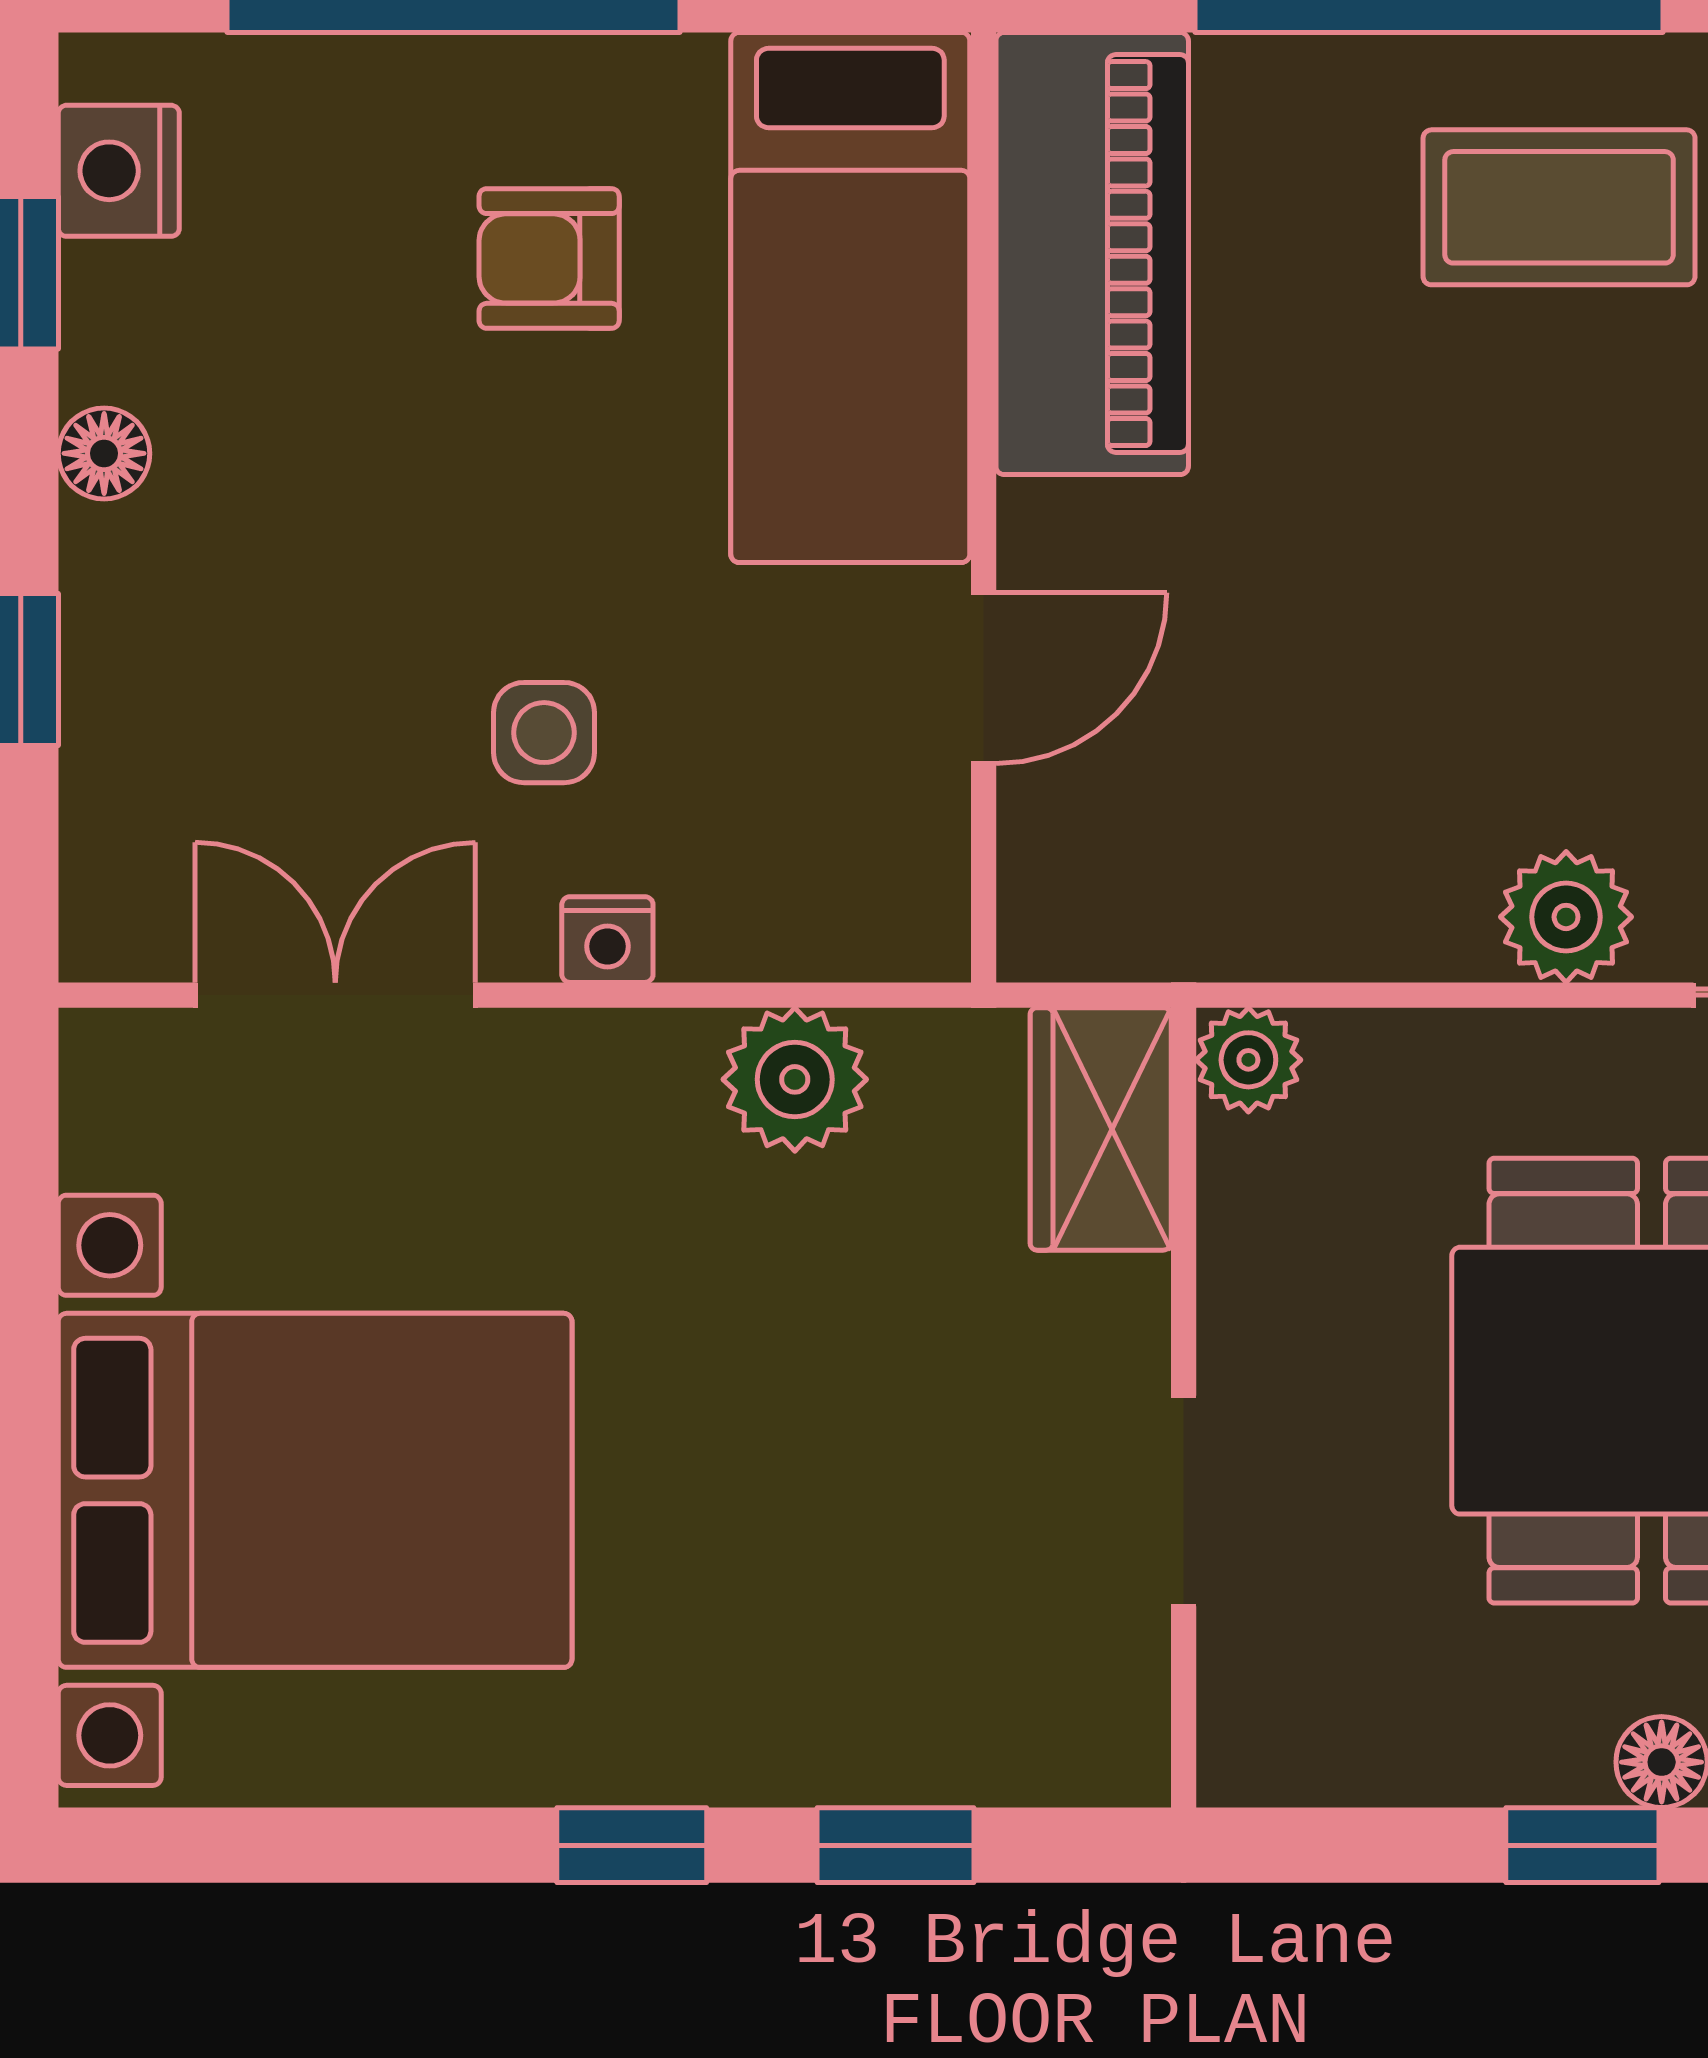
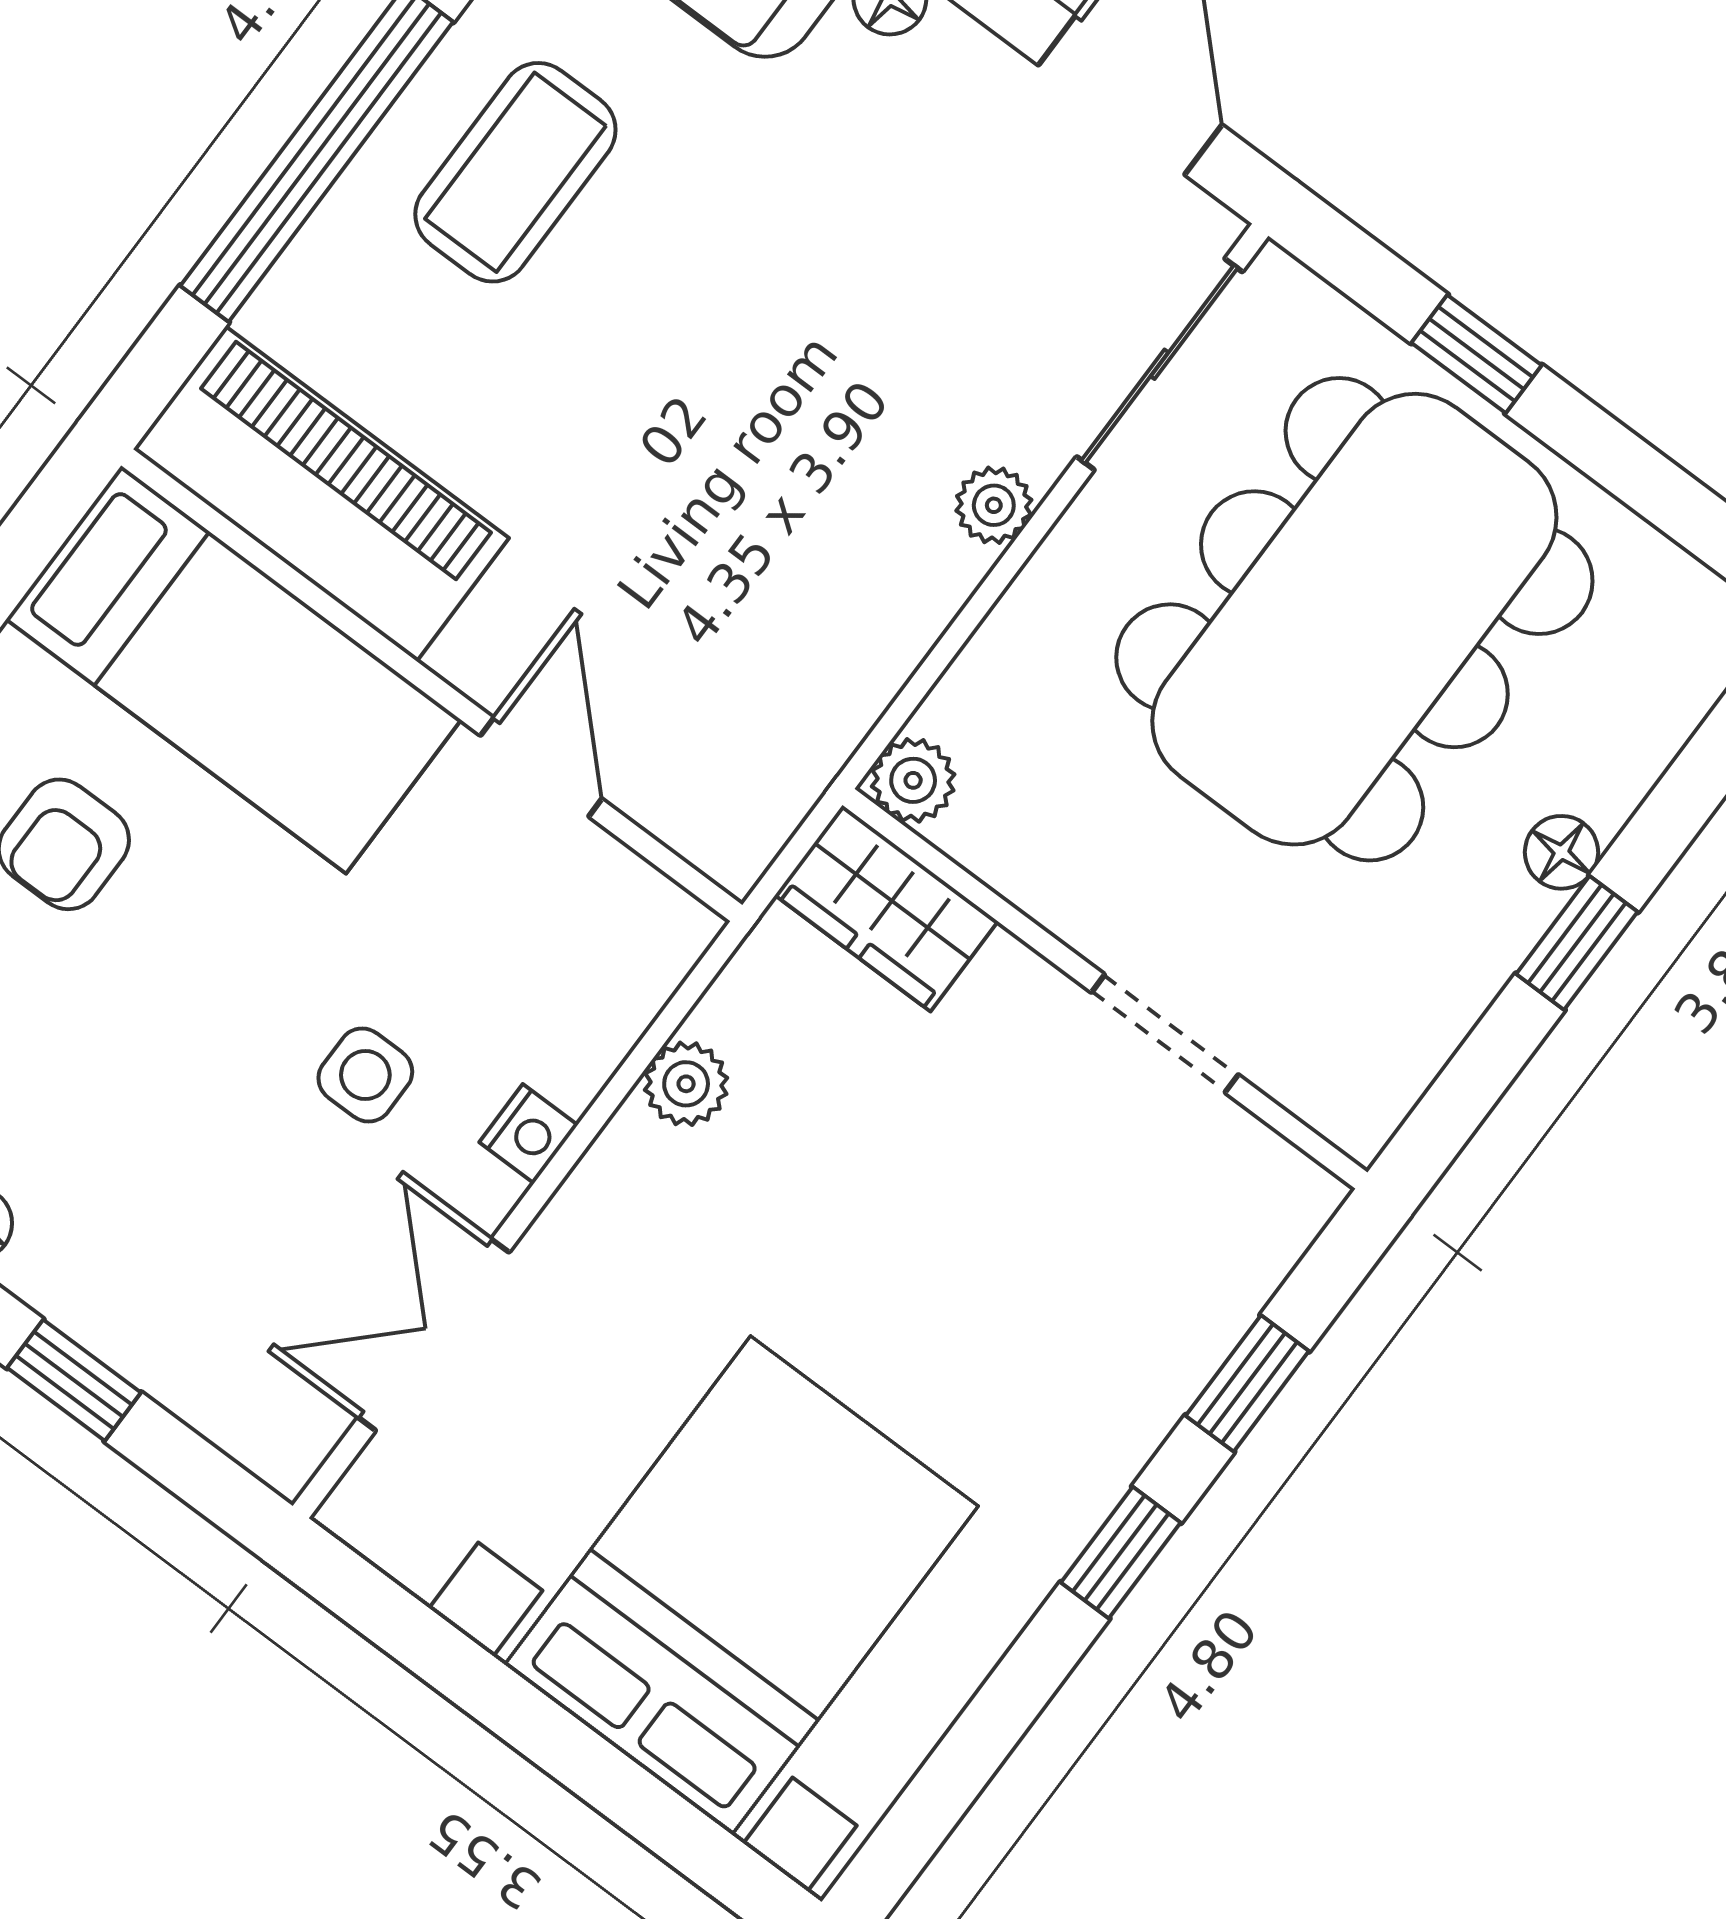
plant: (1566, 917) -> (994, 505), width x0.73, depth x0.73
plant: (795, 1079) -> (686, 1084), width x0.73, depth x0.73

